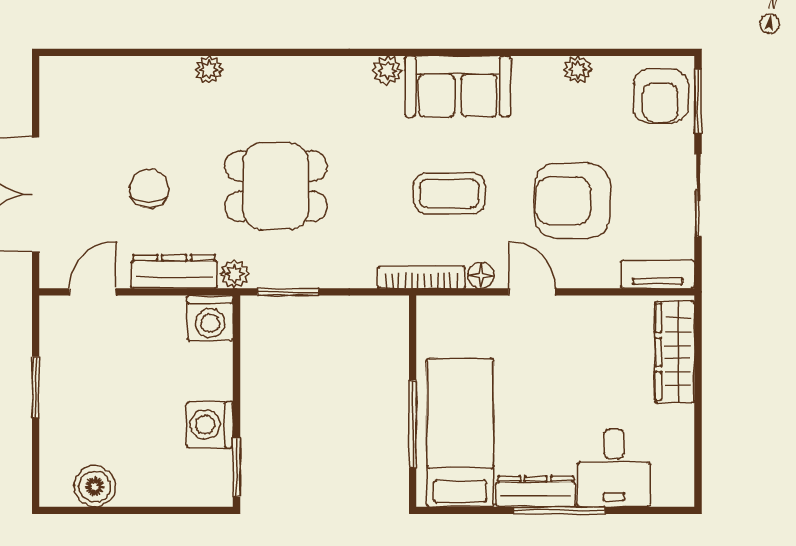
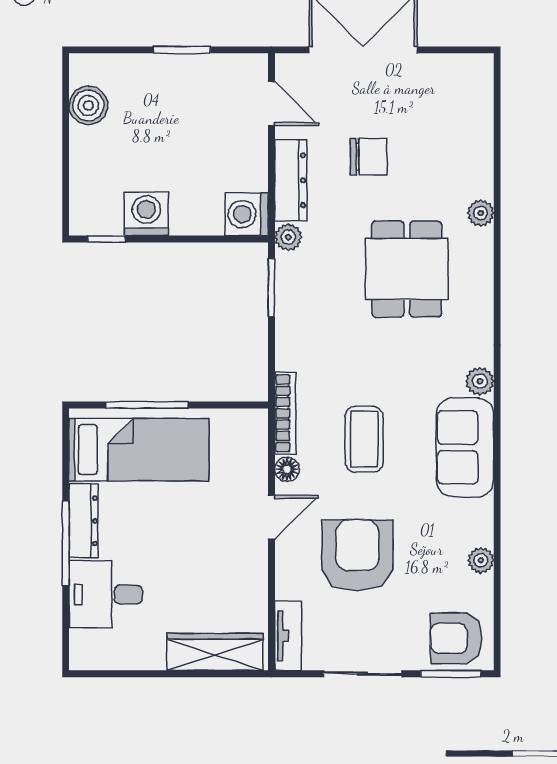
dining table: (276, 186) -> (407, 269), moved
window: (236, 467) -> (106, 239), width x0.67

